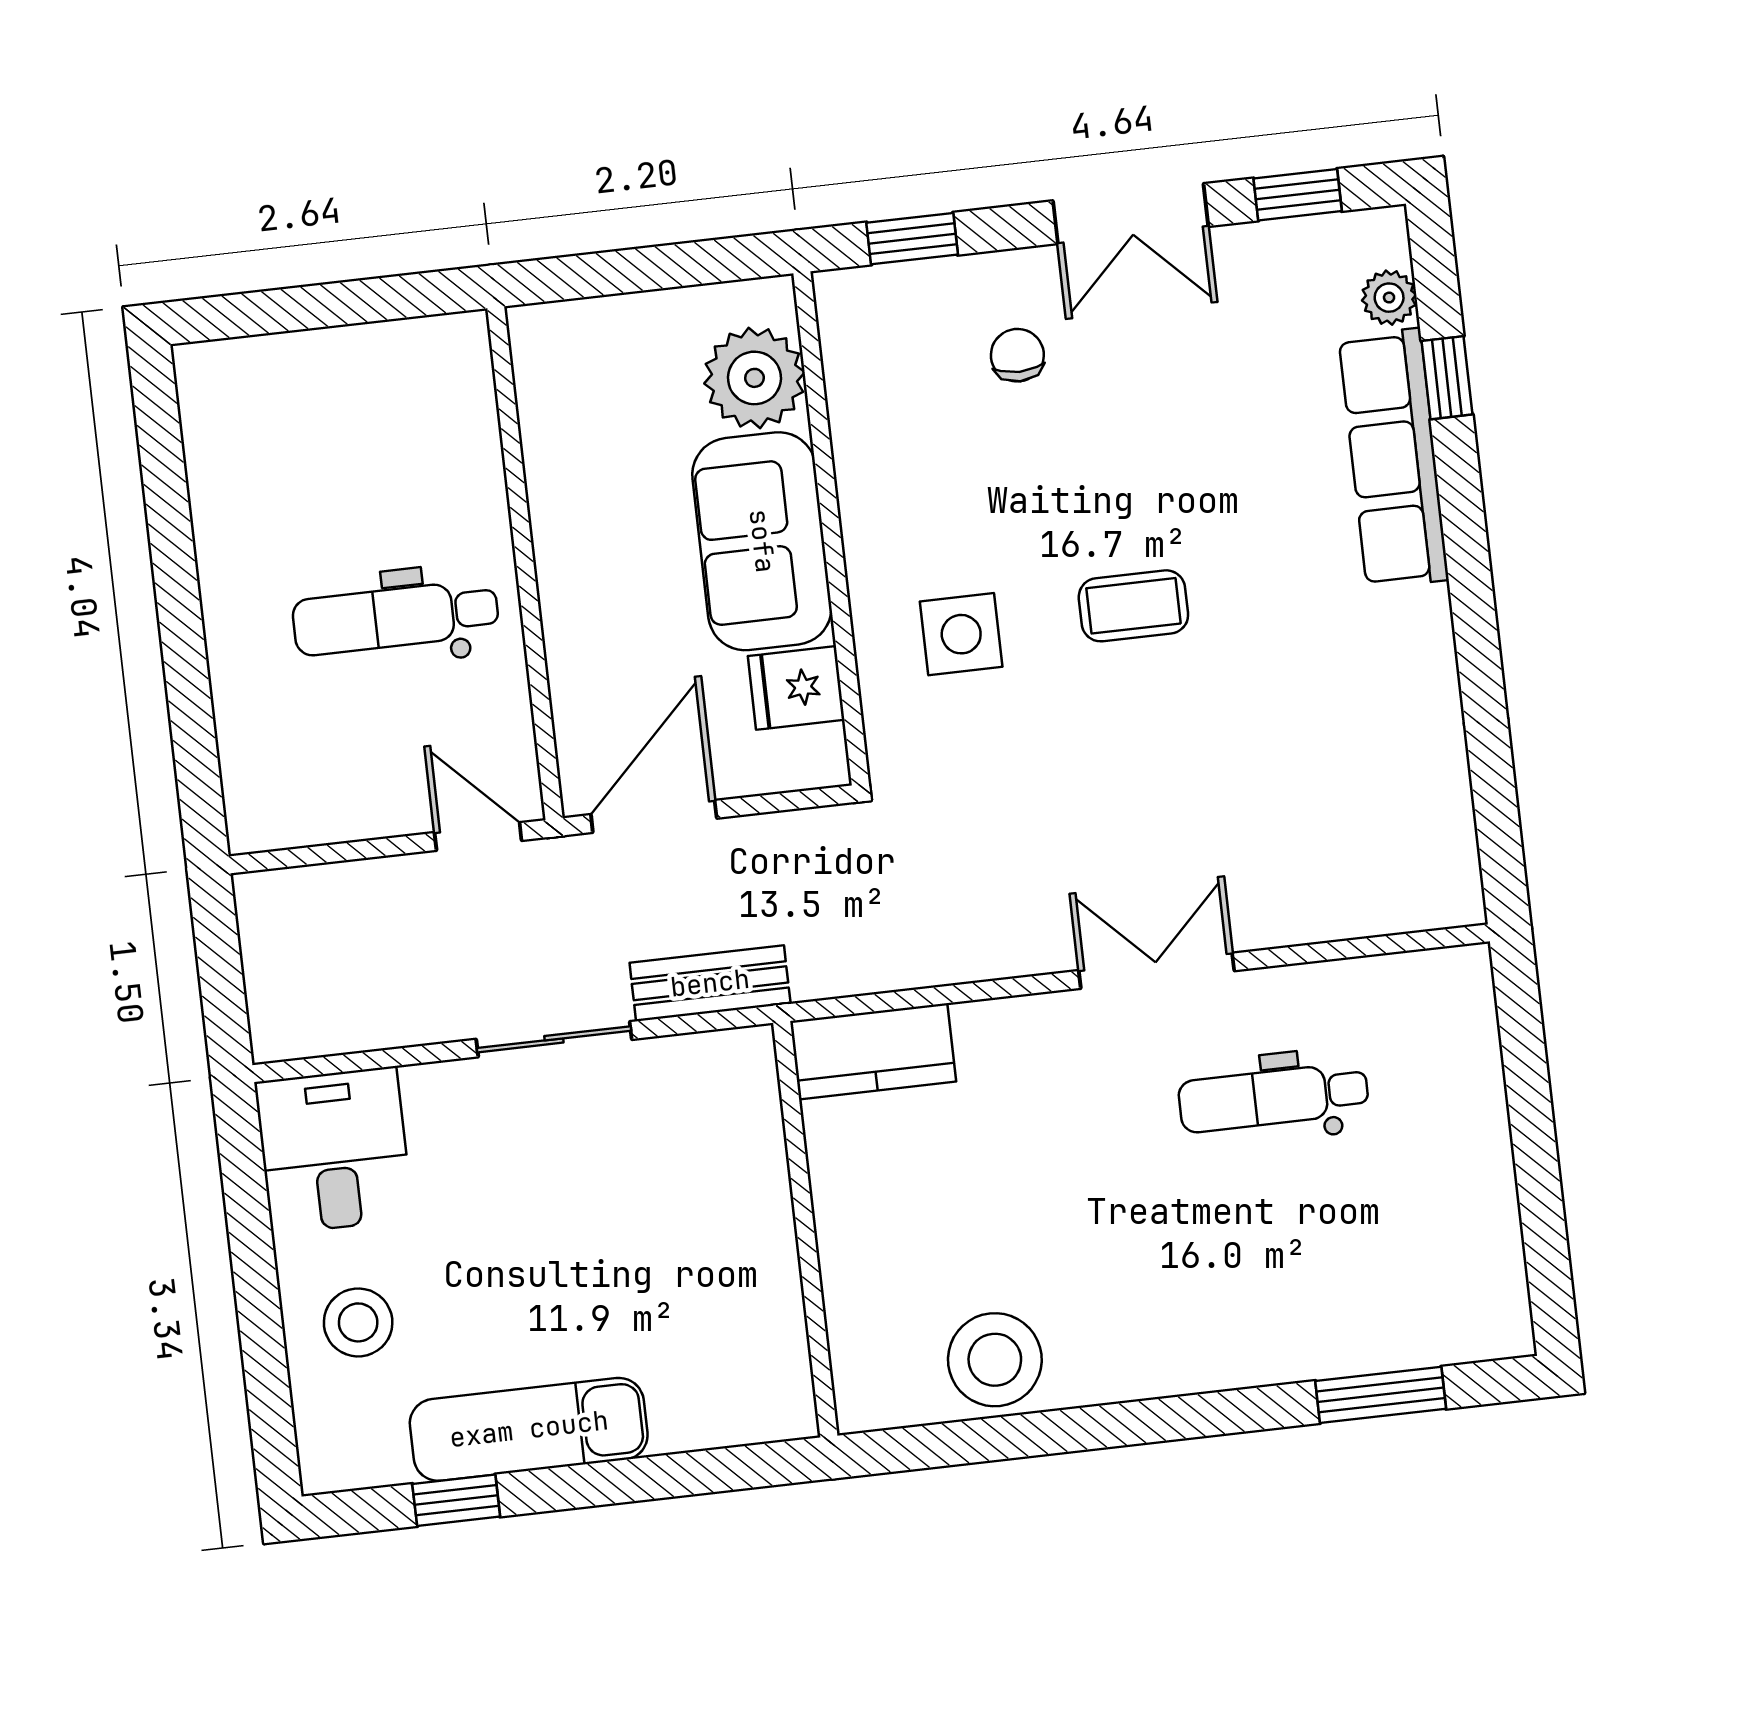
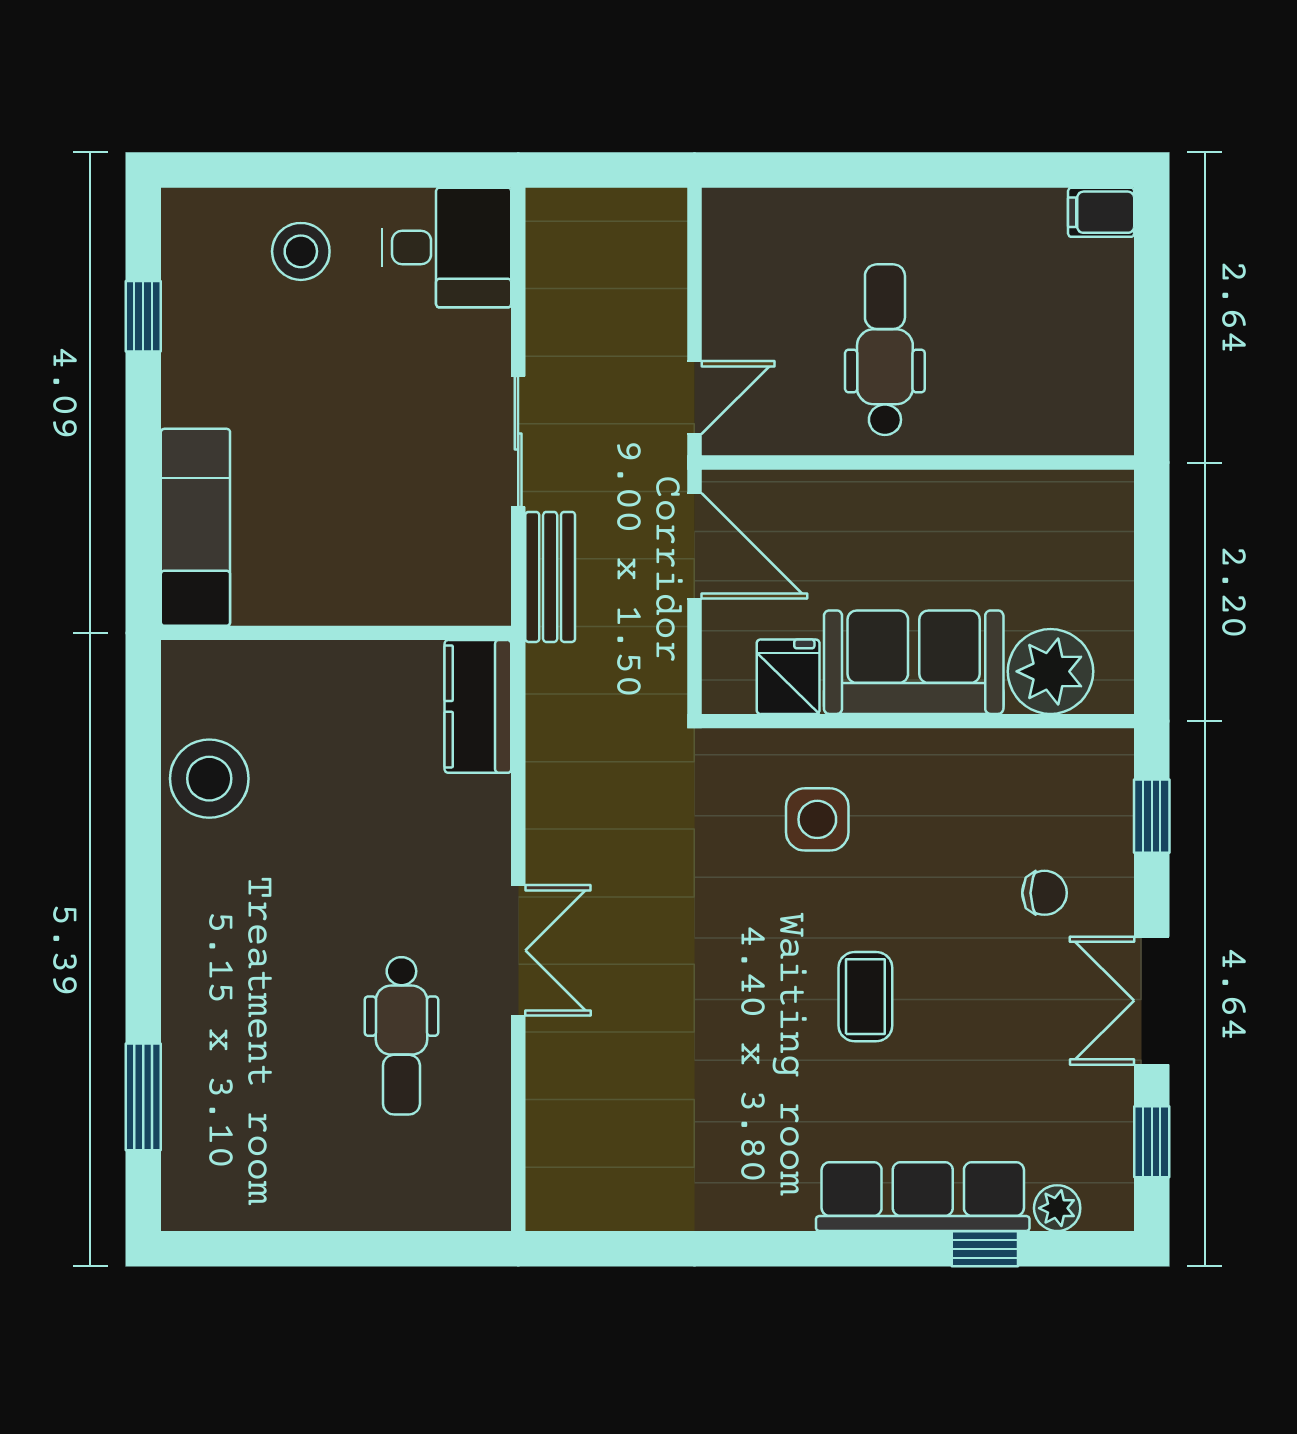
filing cabinet: (204, 380) -> (1101, 212), added
coffee table: (1133, 606) -> (865, 997), moved
dental chair: (1273, 1097) -> (401, 1036), turned 180
exam couch: (529, 1429) -> (195, 527), moved

